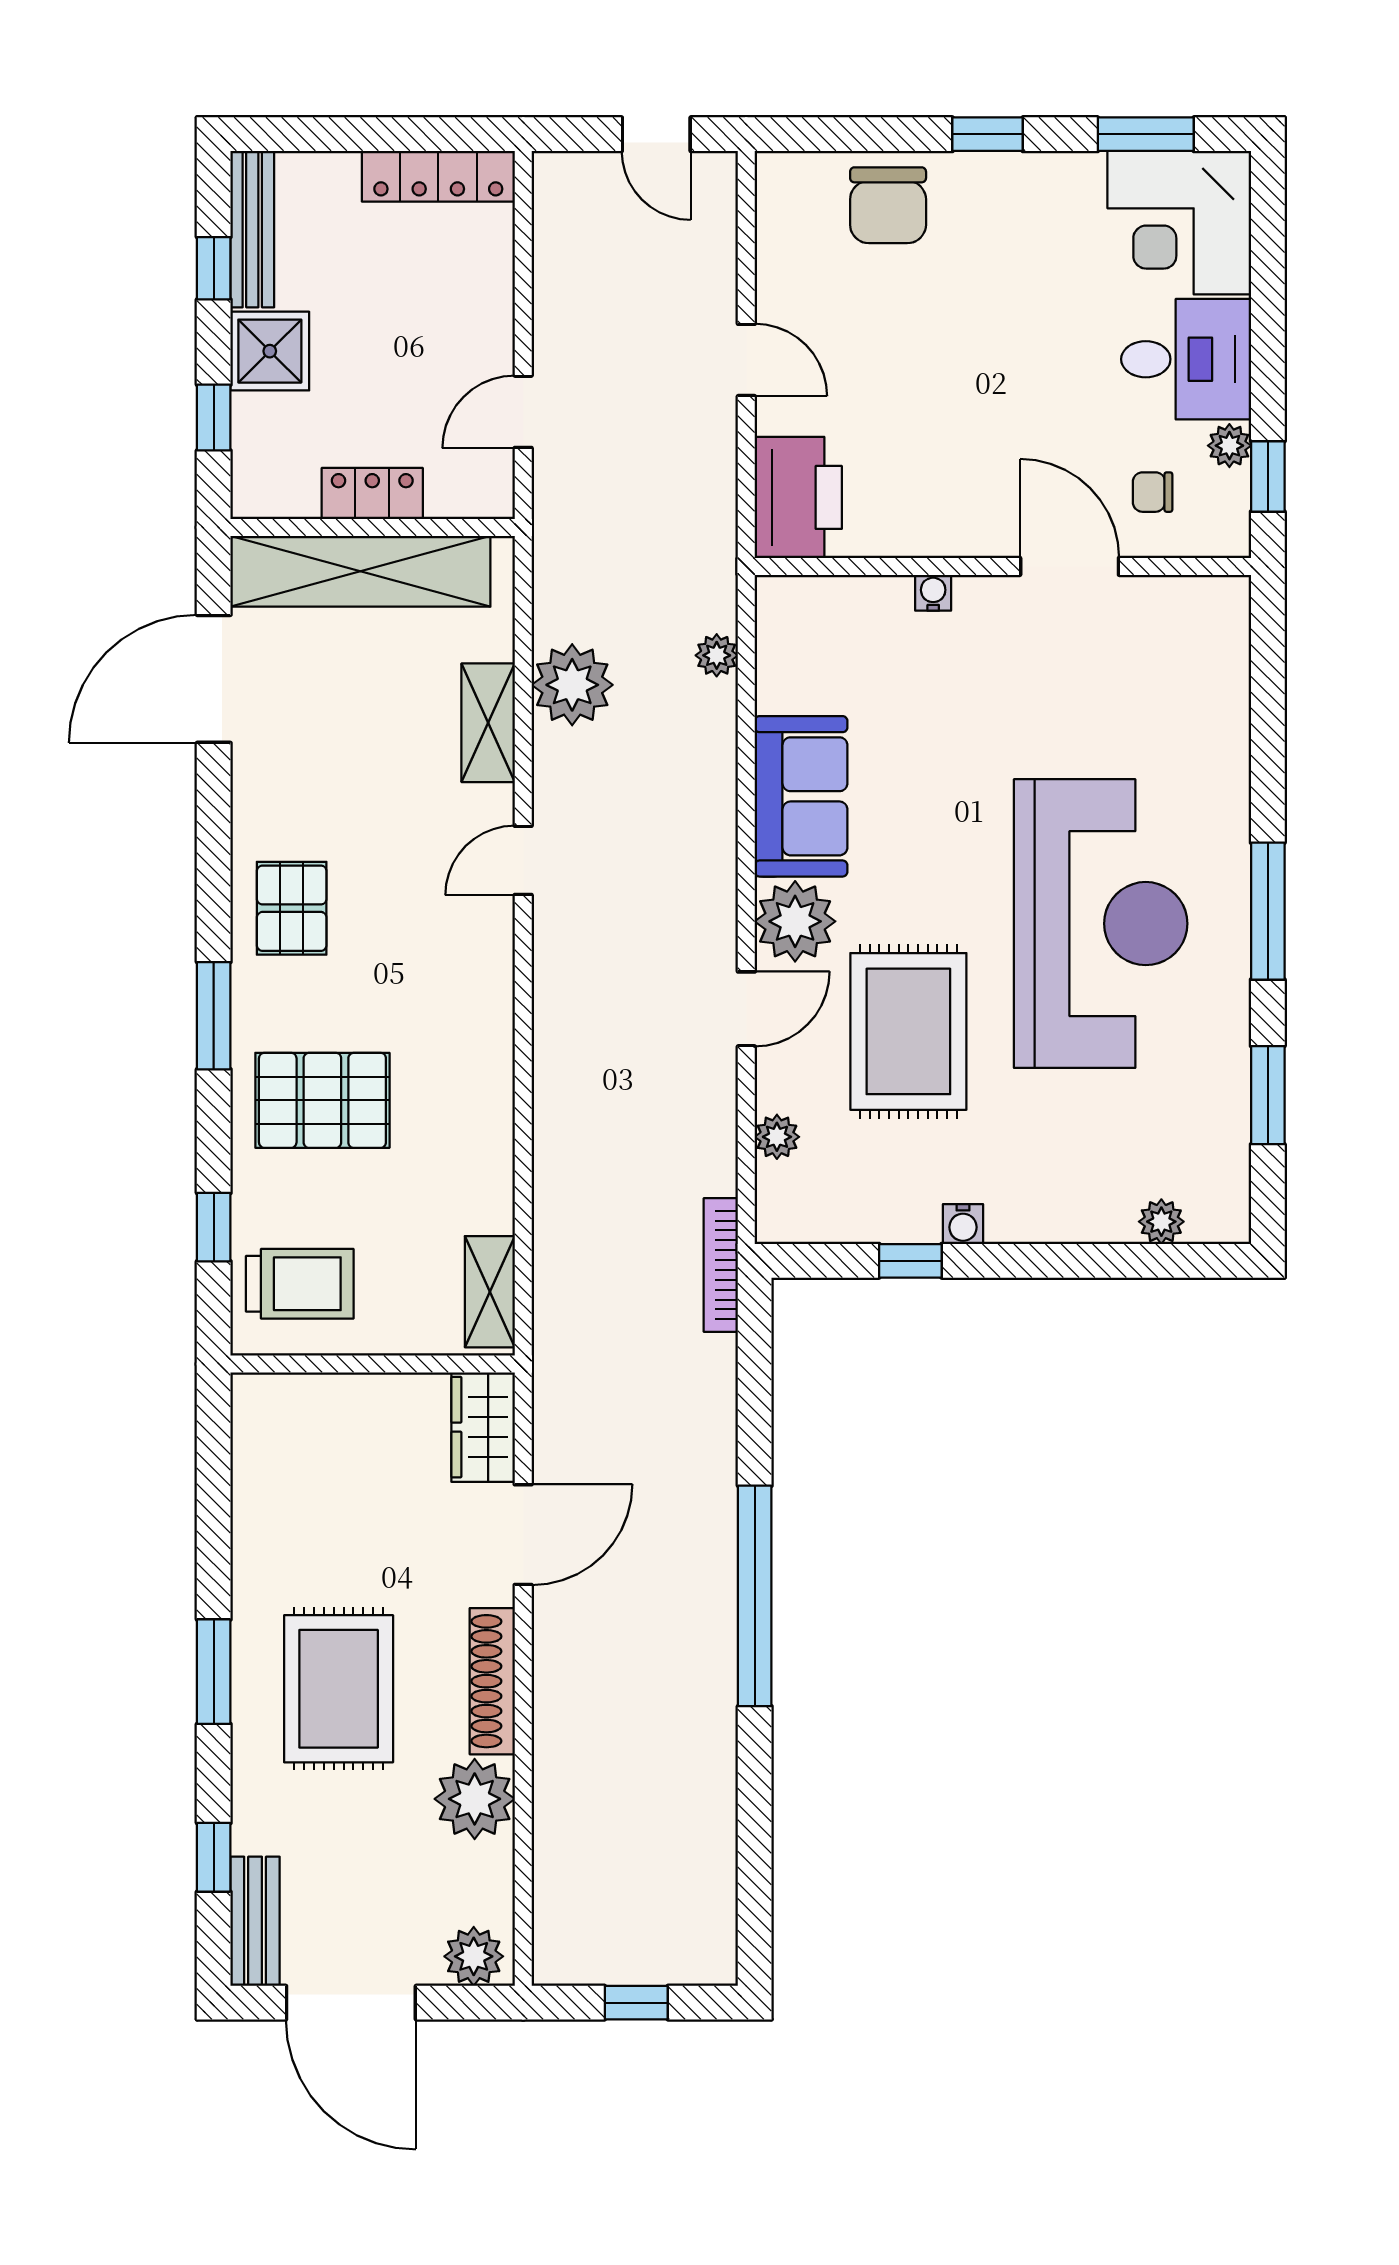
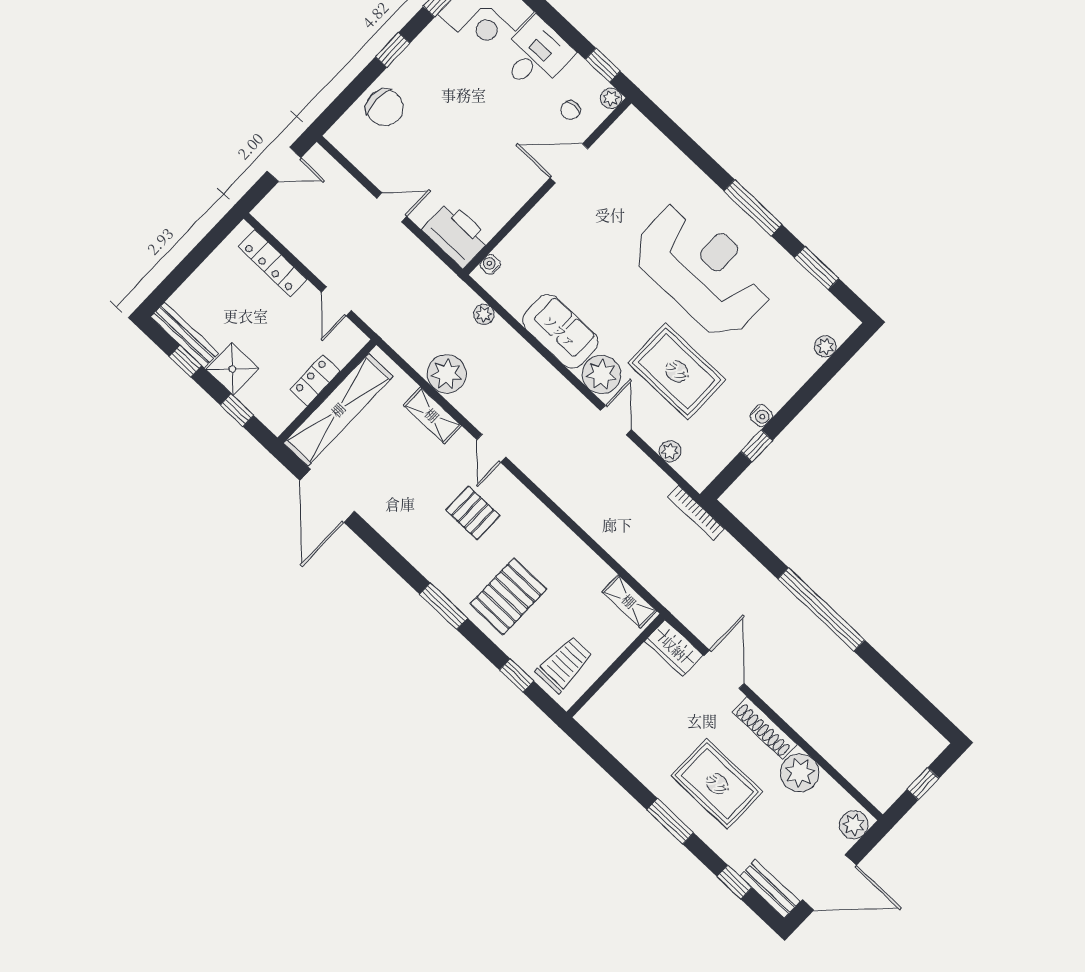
locker: (438, 176) -> (273, 263), moved, turned 90
plant: (1229, 446) -> (611, 98), moved
water cooler: (933, 593) -> (490, 264), moved
pallet: (292, 908) -> (473, 513), moved

